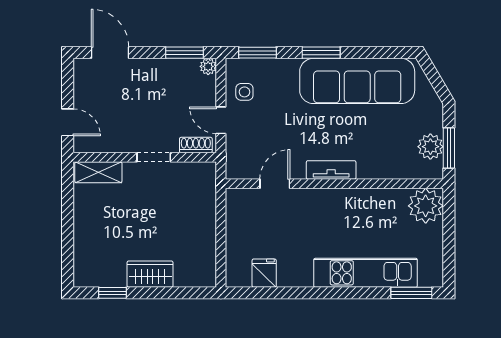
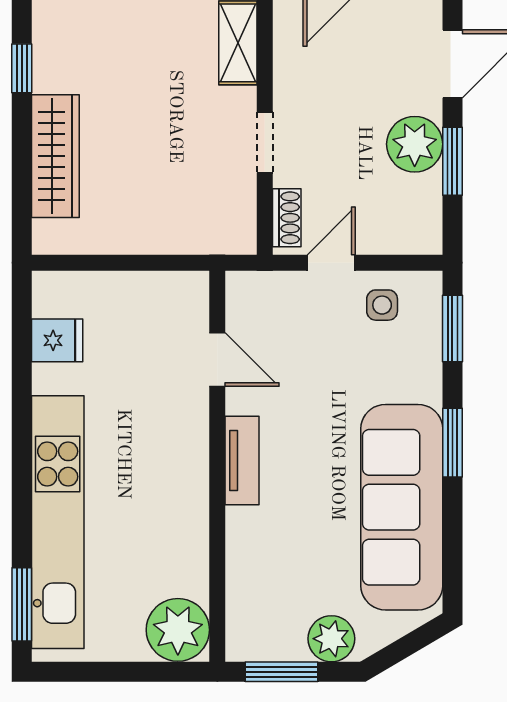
window: (184, 53) -> (452, 161), moved
plant: (208, 66) -> (415, 144), moved, width x1.87, depth x1.87
plant: (430, 147) -> (331, 639), moved
kitchen unit: (366, 273) -> (58, 522), width x1.36
wardrobe: (150, 274) -> (55, 156), width x1.50

